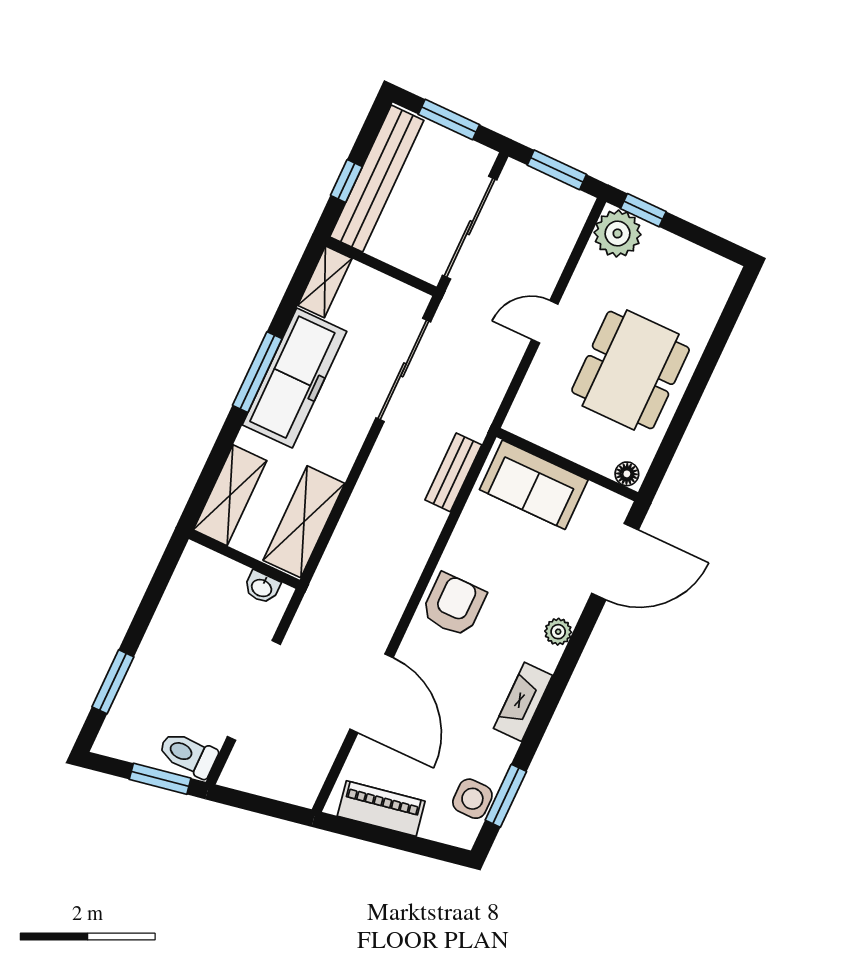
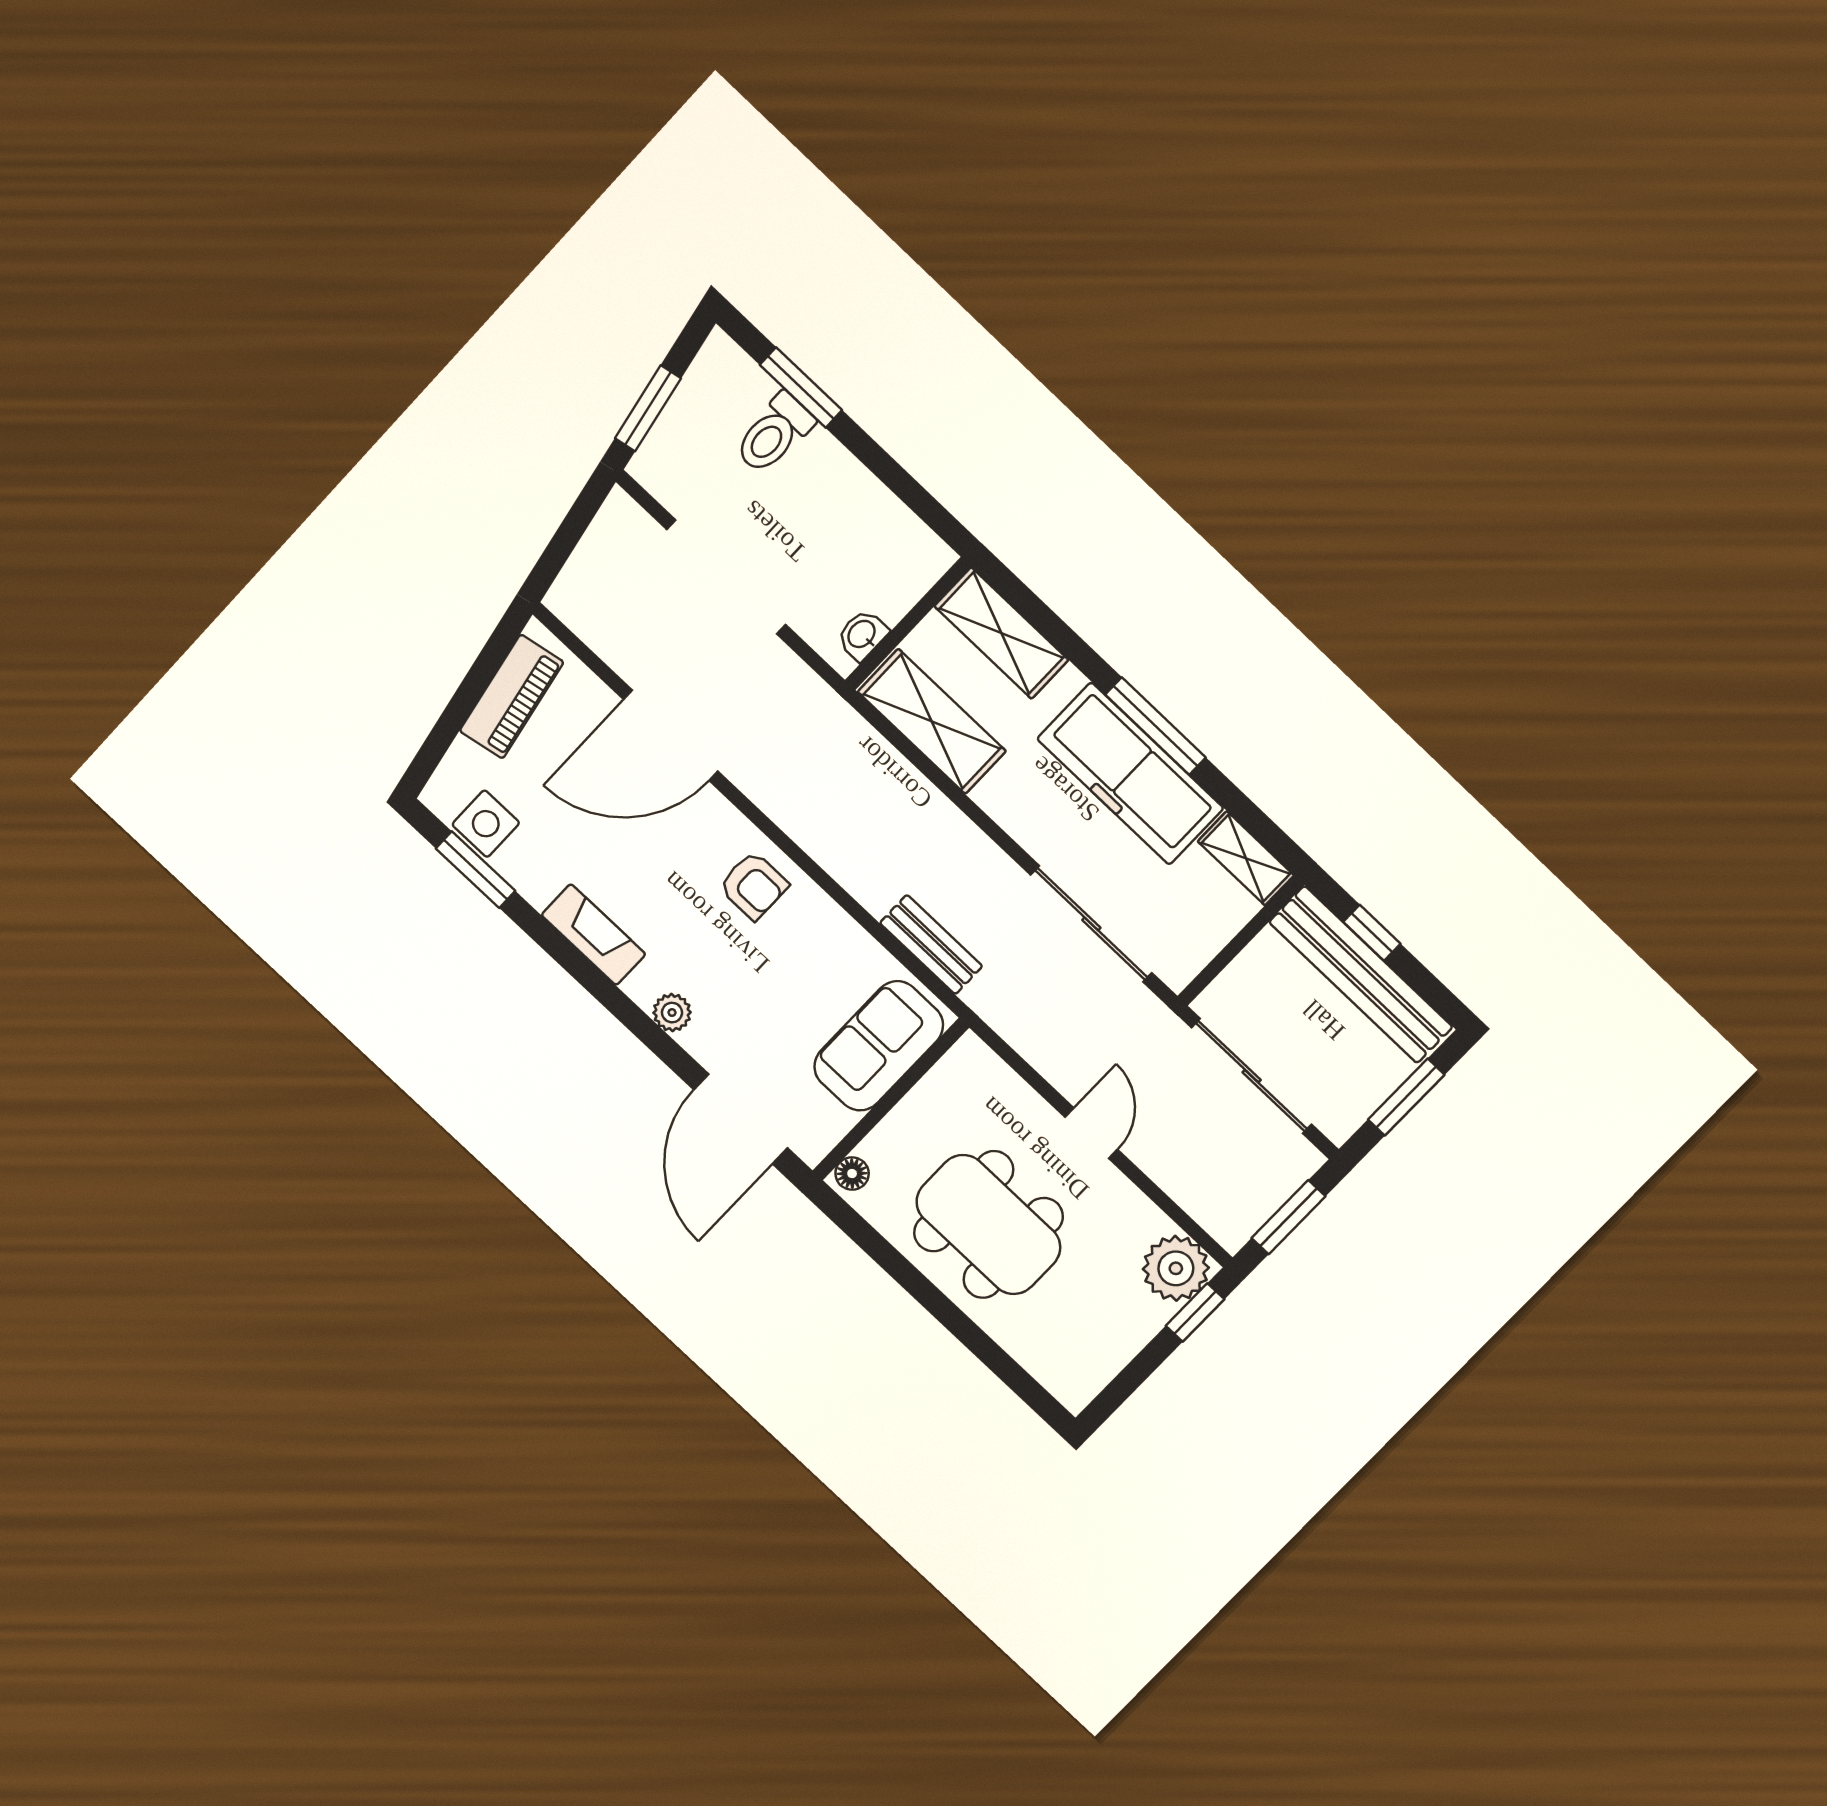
armchair: (454, 605) -> (753, 885), width x0.72, depth x0.72
toilet: (188, 754) -> (774, 434), moved, turned 180

